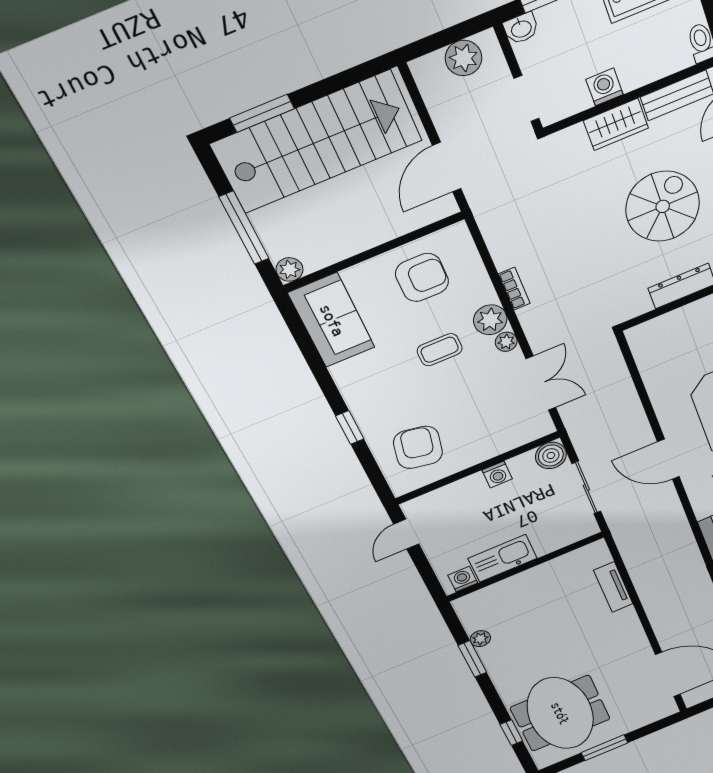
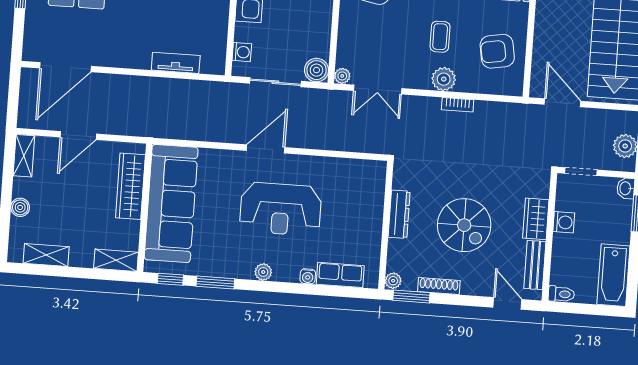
armchair: (422, 278) -> (497, 51), turned 80
plant: (506, 342) -> (342, 76), moved
washing machine: (497, 474) -> (242, 52), moved, turned 180

